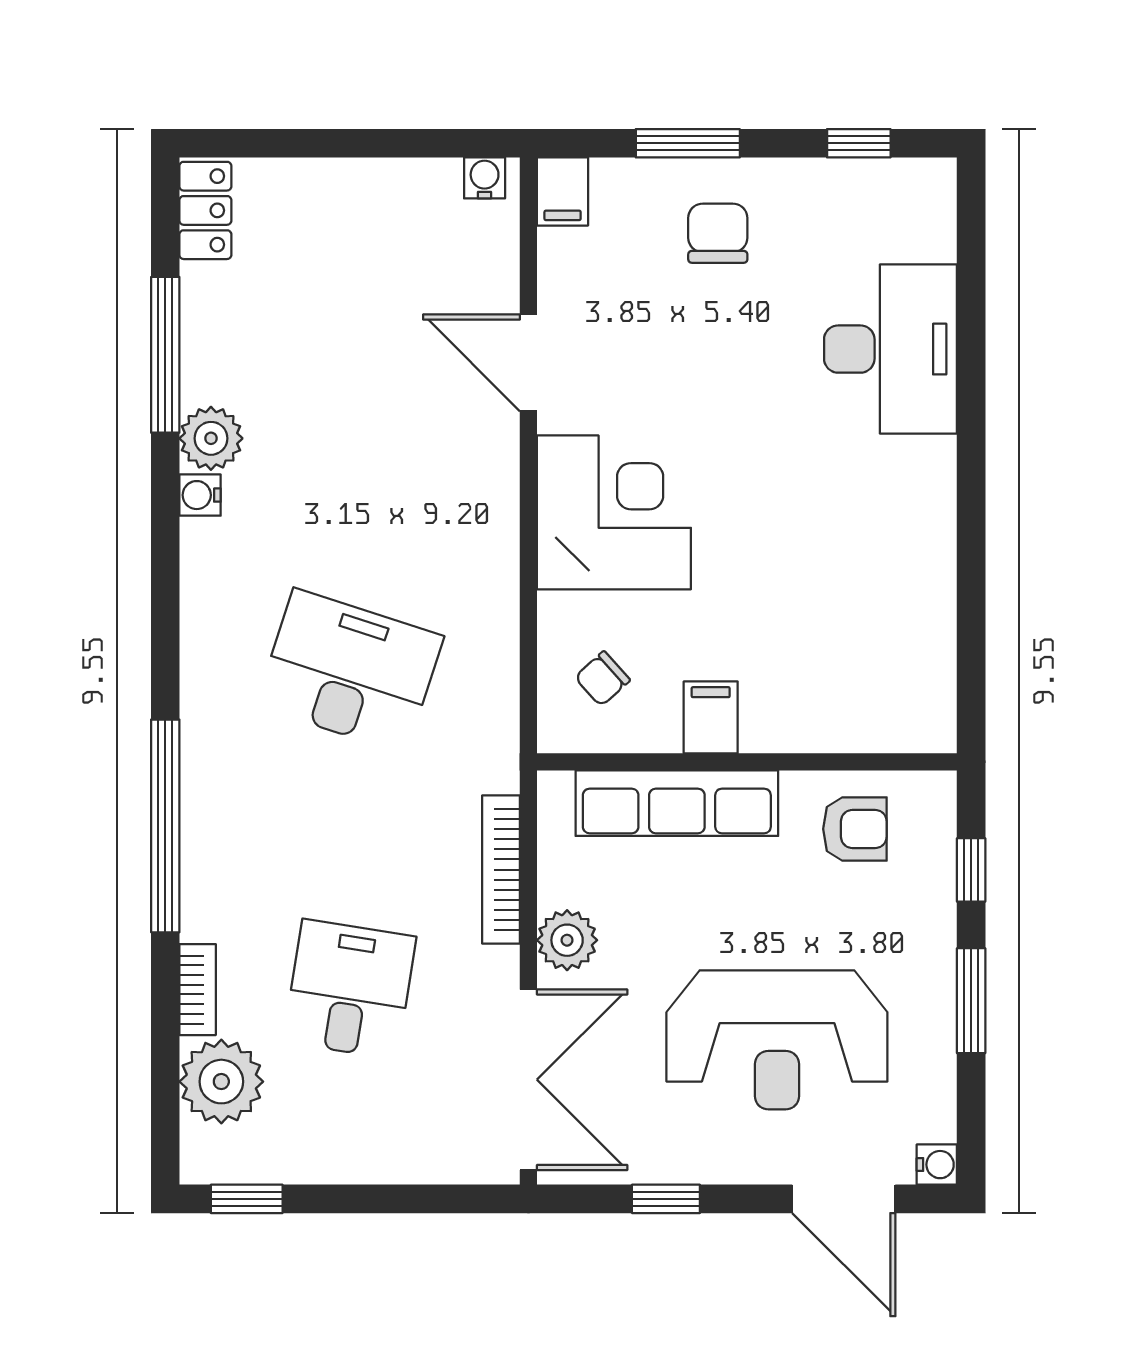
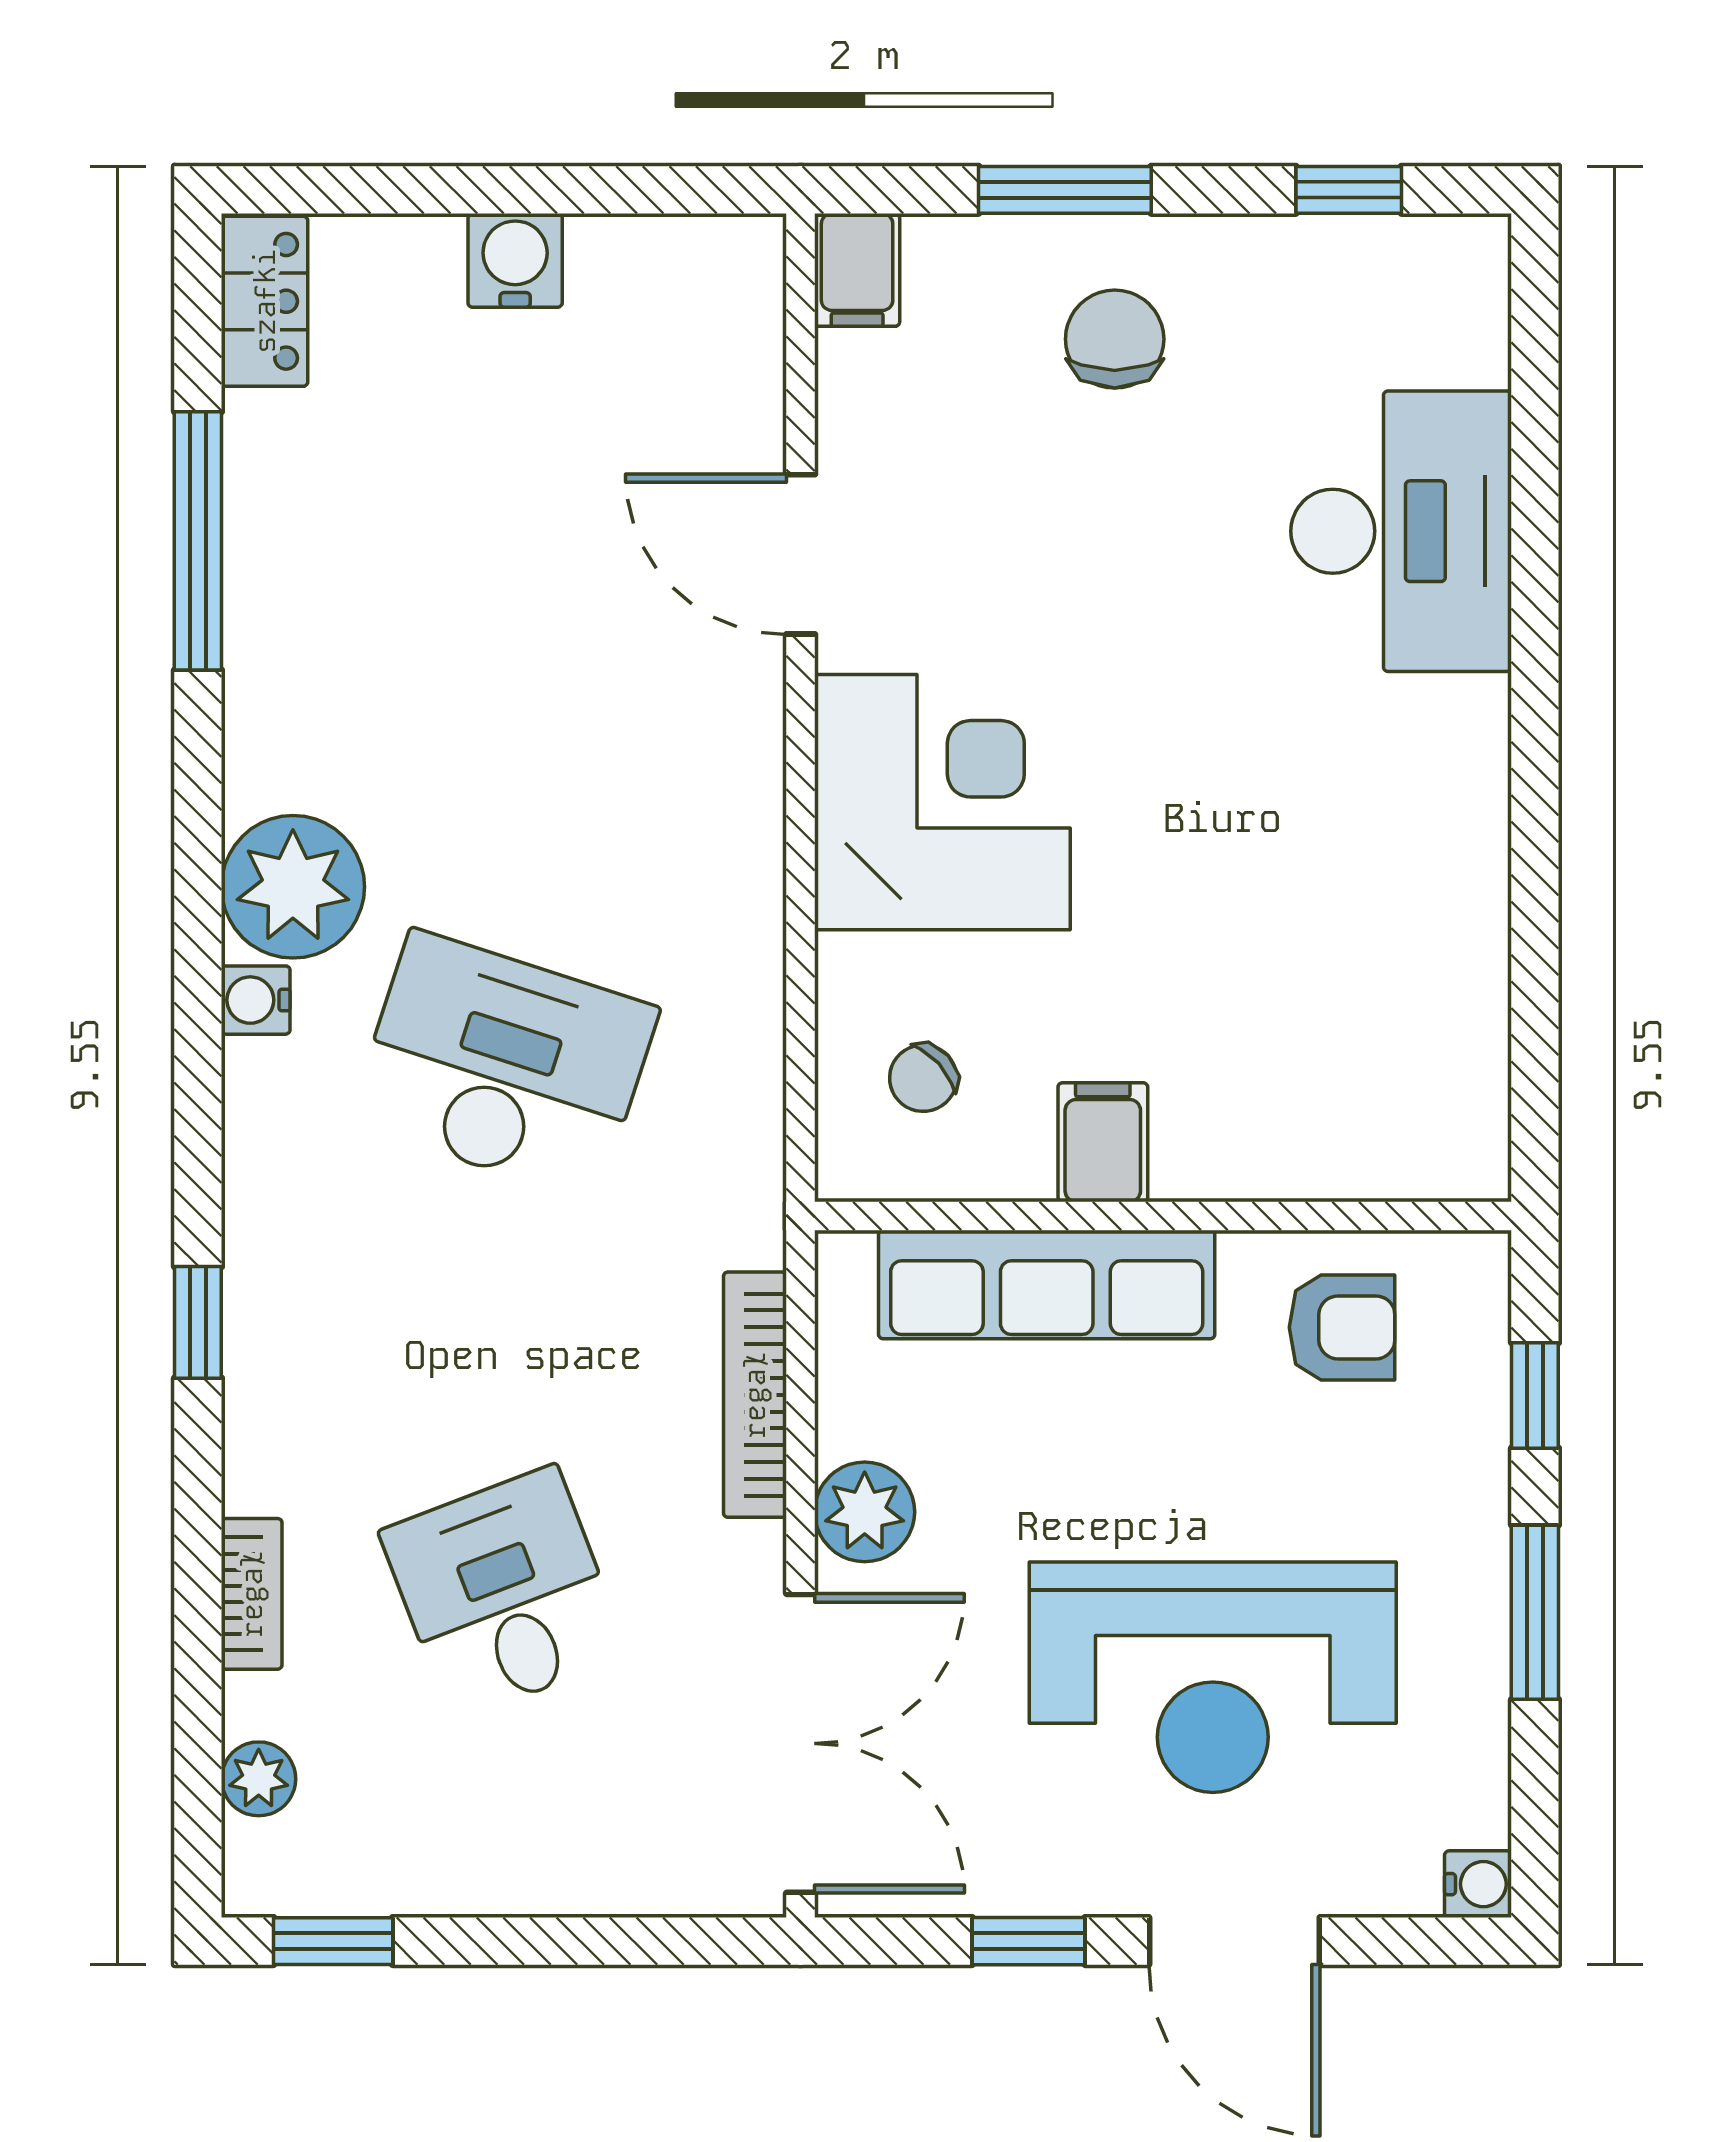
water cooler: (485, 178) -> (515, 260), moved, width x1.38, depth x1.38
plant: (211, 438) -> (293, 887), moved, width x1.36, depth x1.36
water cooler: (200, 495) -> (256, 1000), moved
window: (165, 826) -> (198, 1322), width x0.32
desk: (350, 989) -> (504, 1593), turned -30
plant: (221, 1082) -> (259, 1779), width x0.53, depth x0.53
door: (844, 1199) -> (1234, 1941), moved

